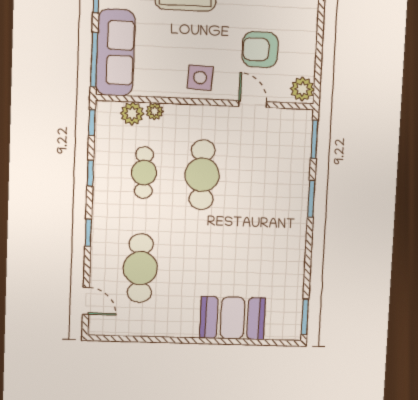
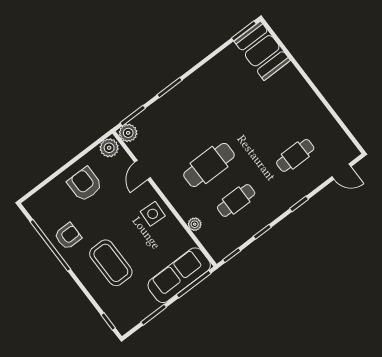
armchair: (260, 50) -> (85, 184), moved, turned 180
plant: (132, 114) -> (128, 133), moved
cafe table: (140, 268) -> (295, 155), width x0.73, depth x0.74
door: (86, 301) -> (341, 172), swing flipped
booth: (233, 318) -> (262, 51), moved

